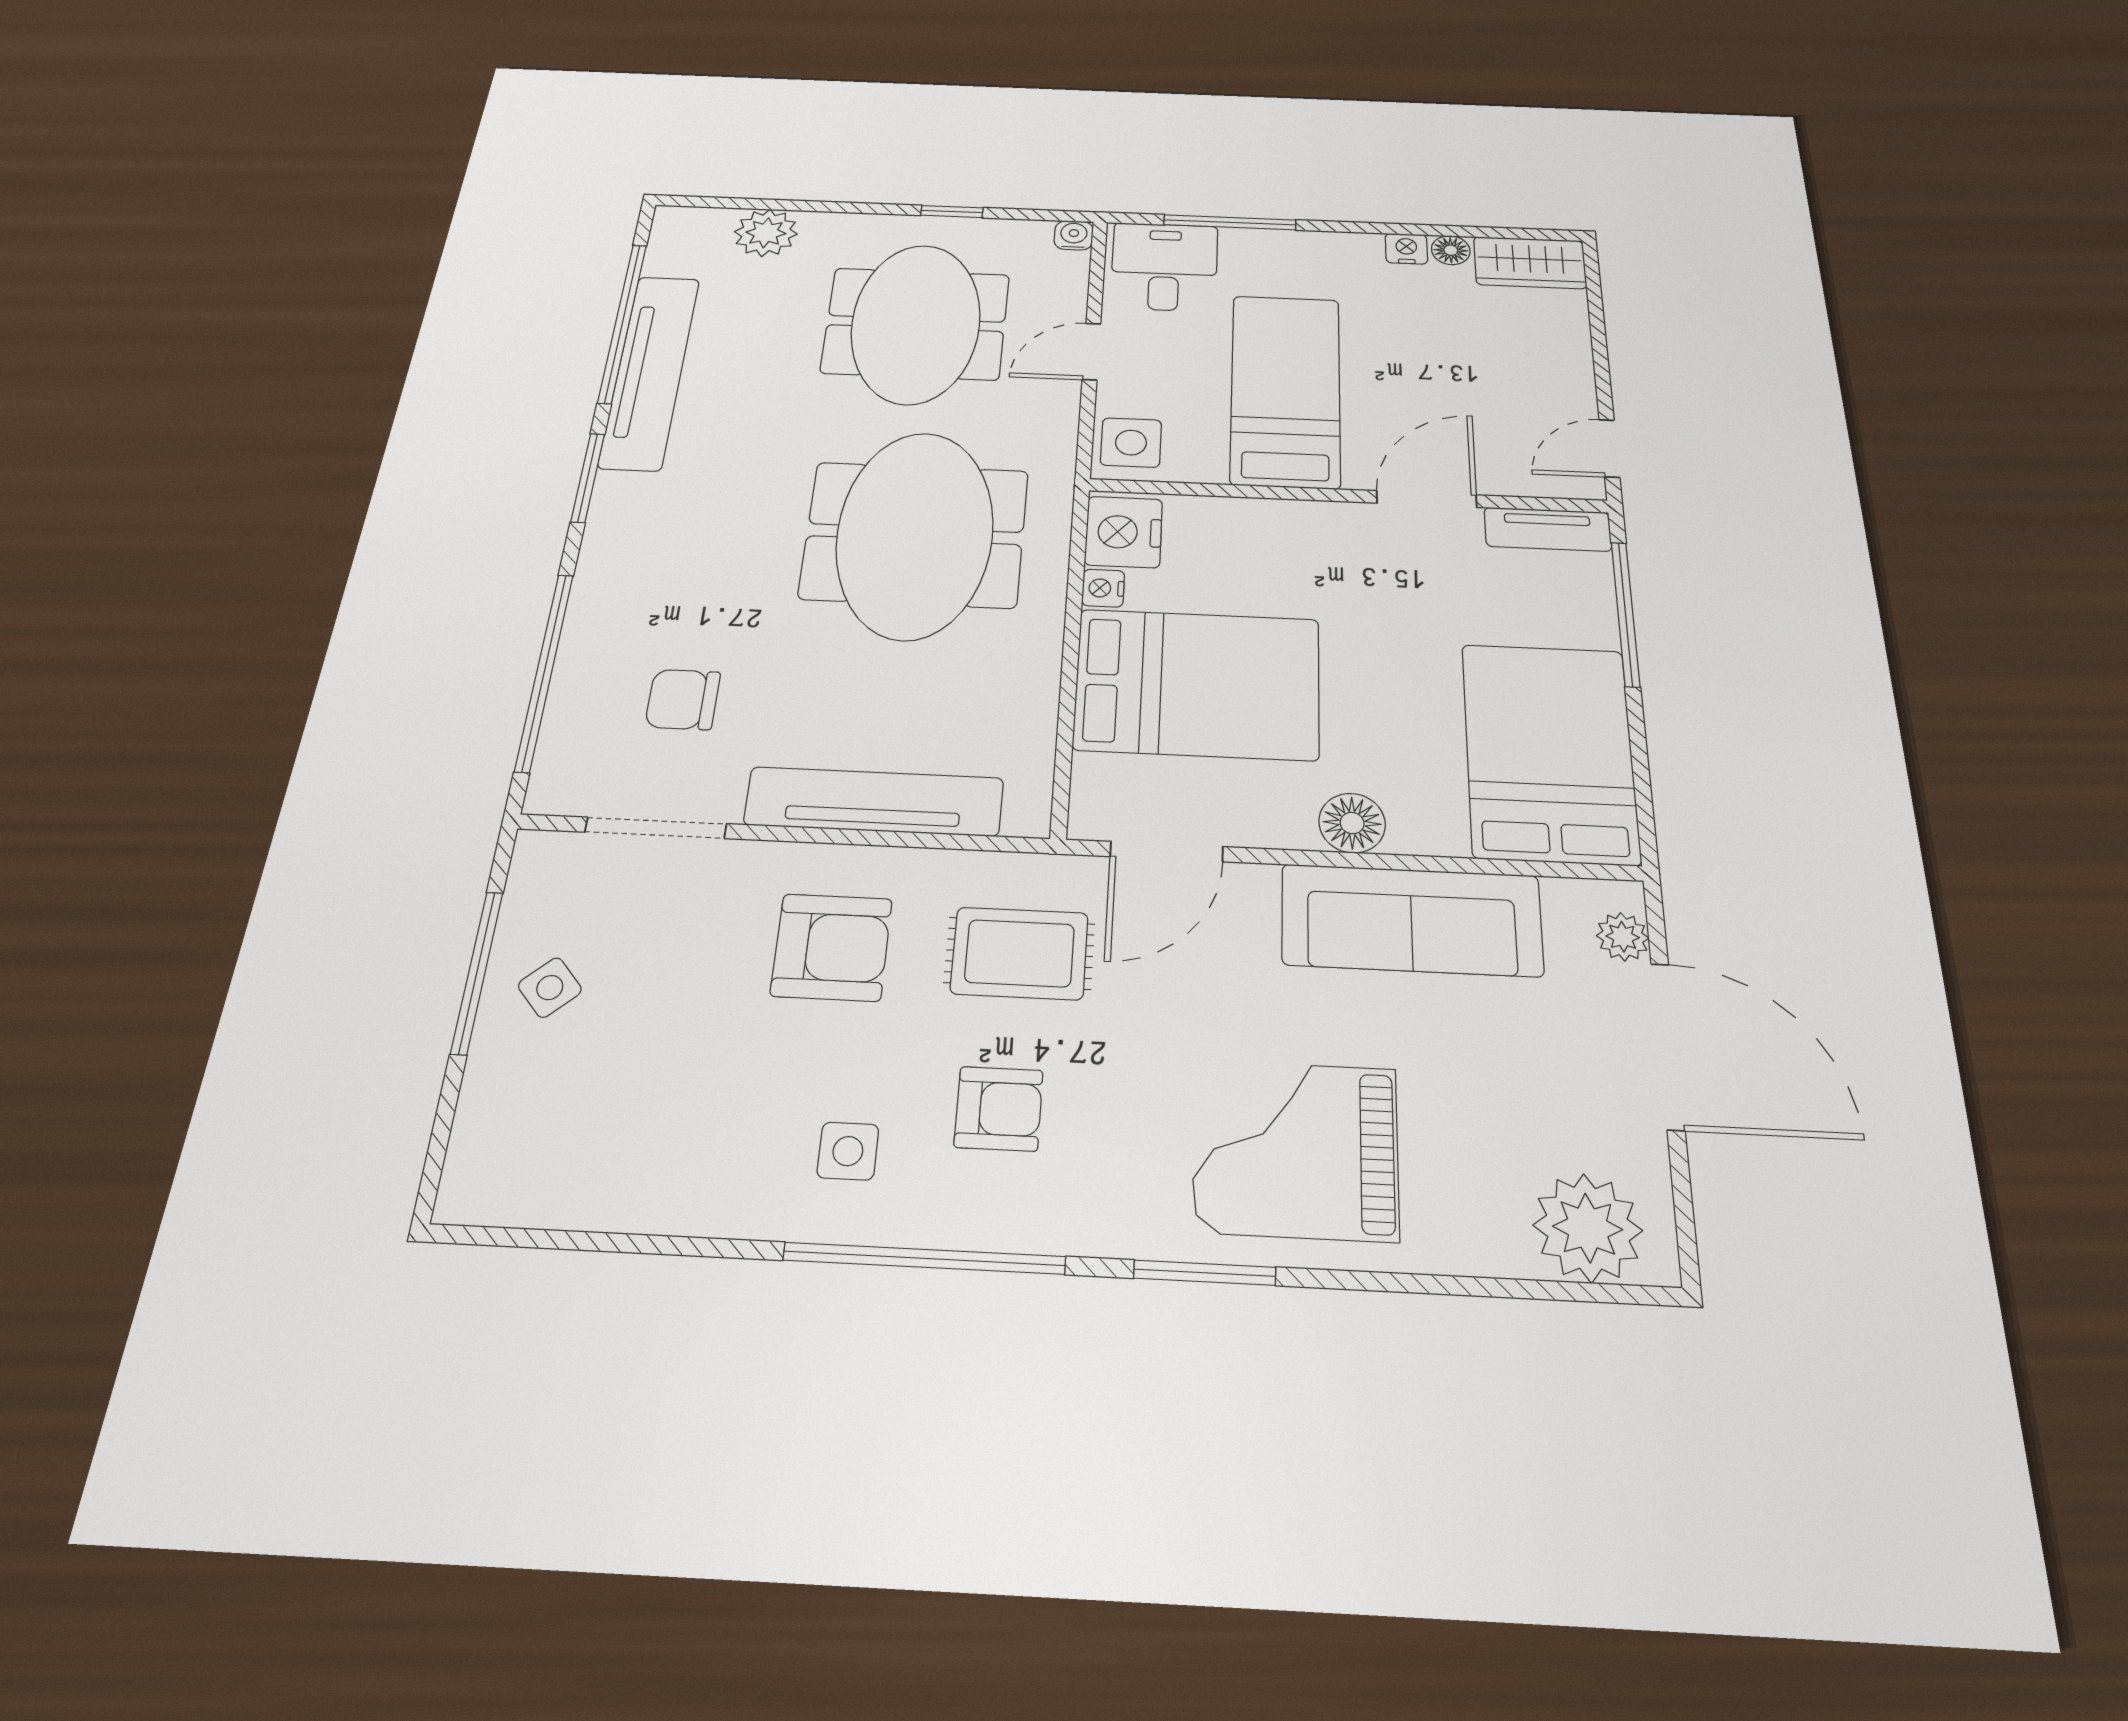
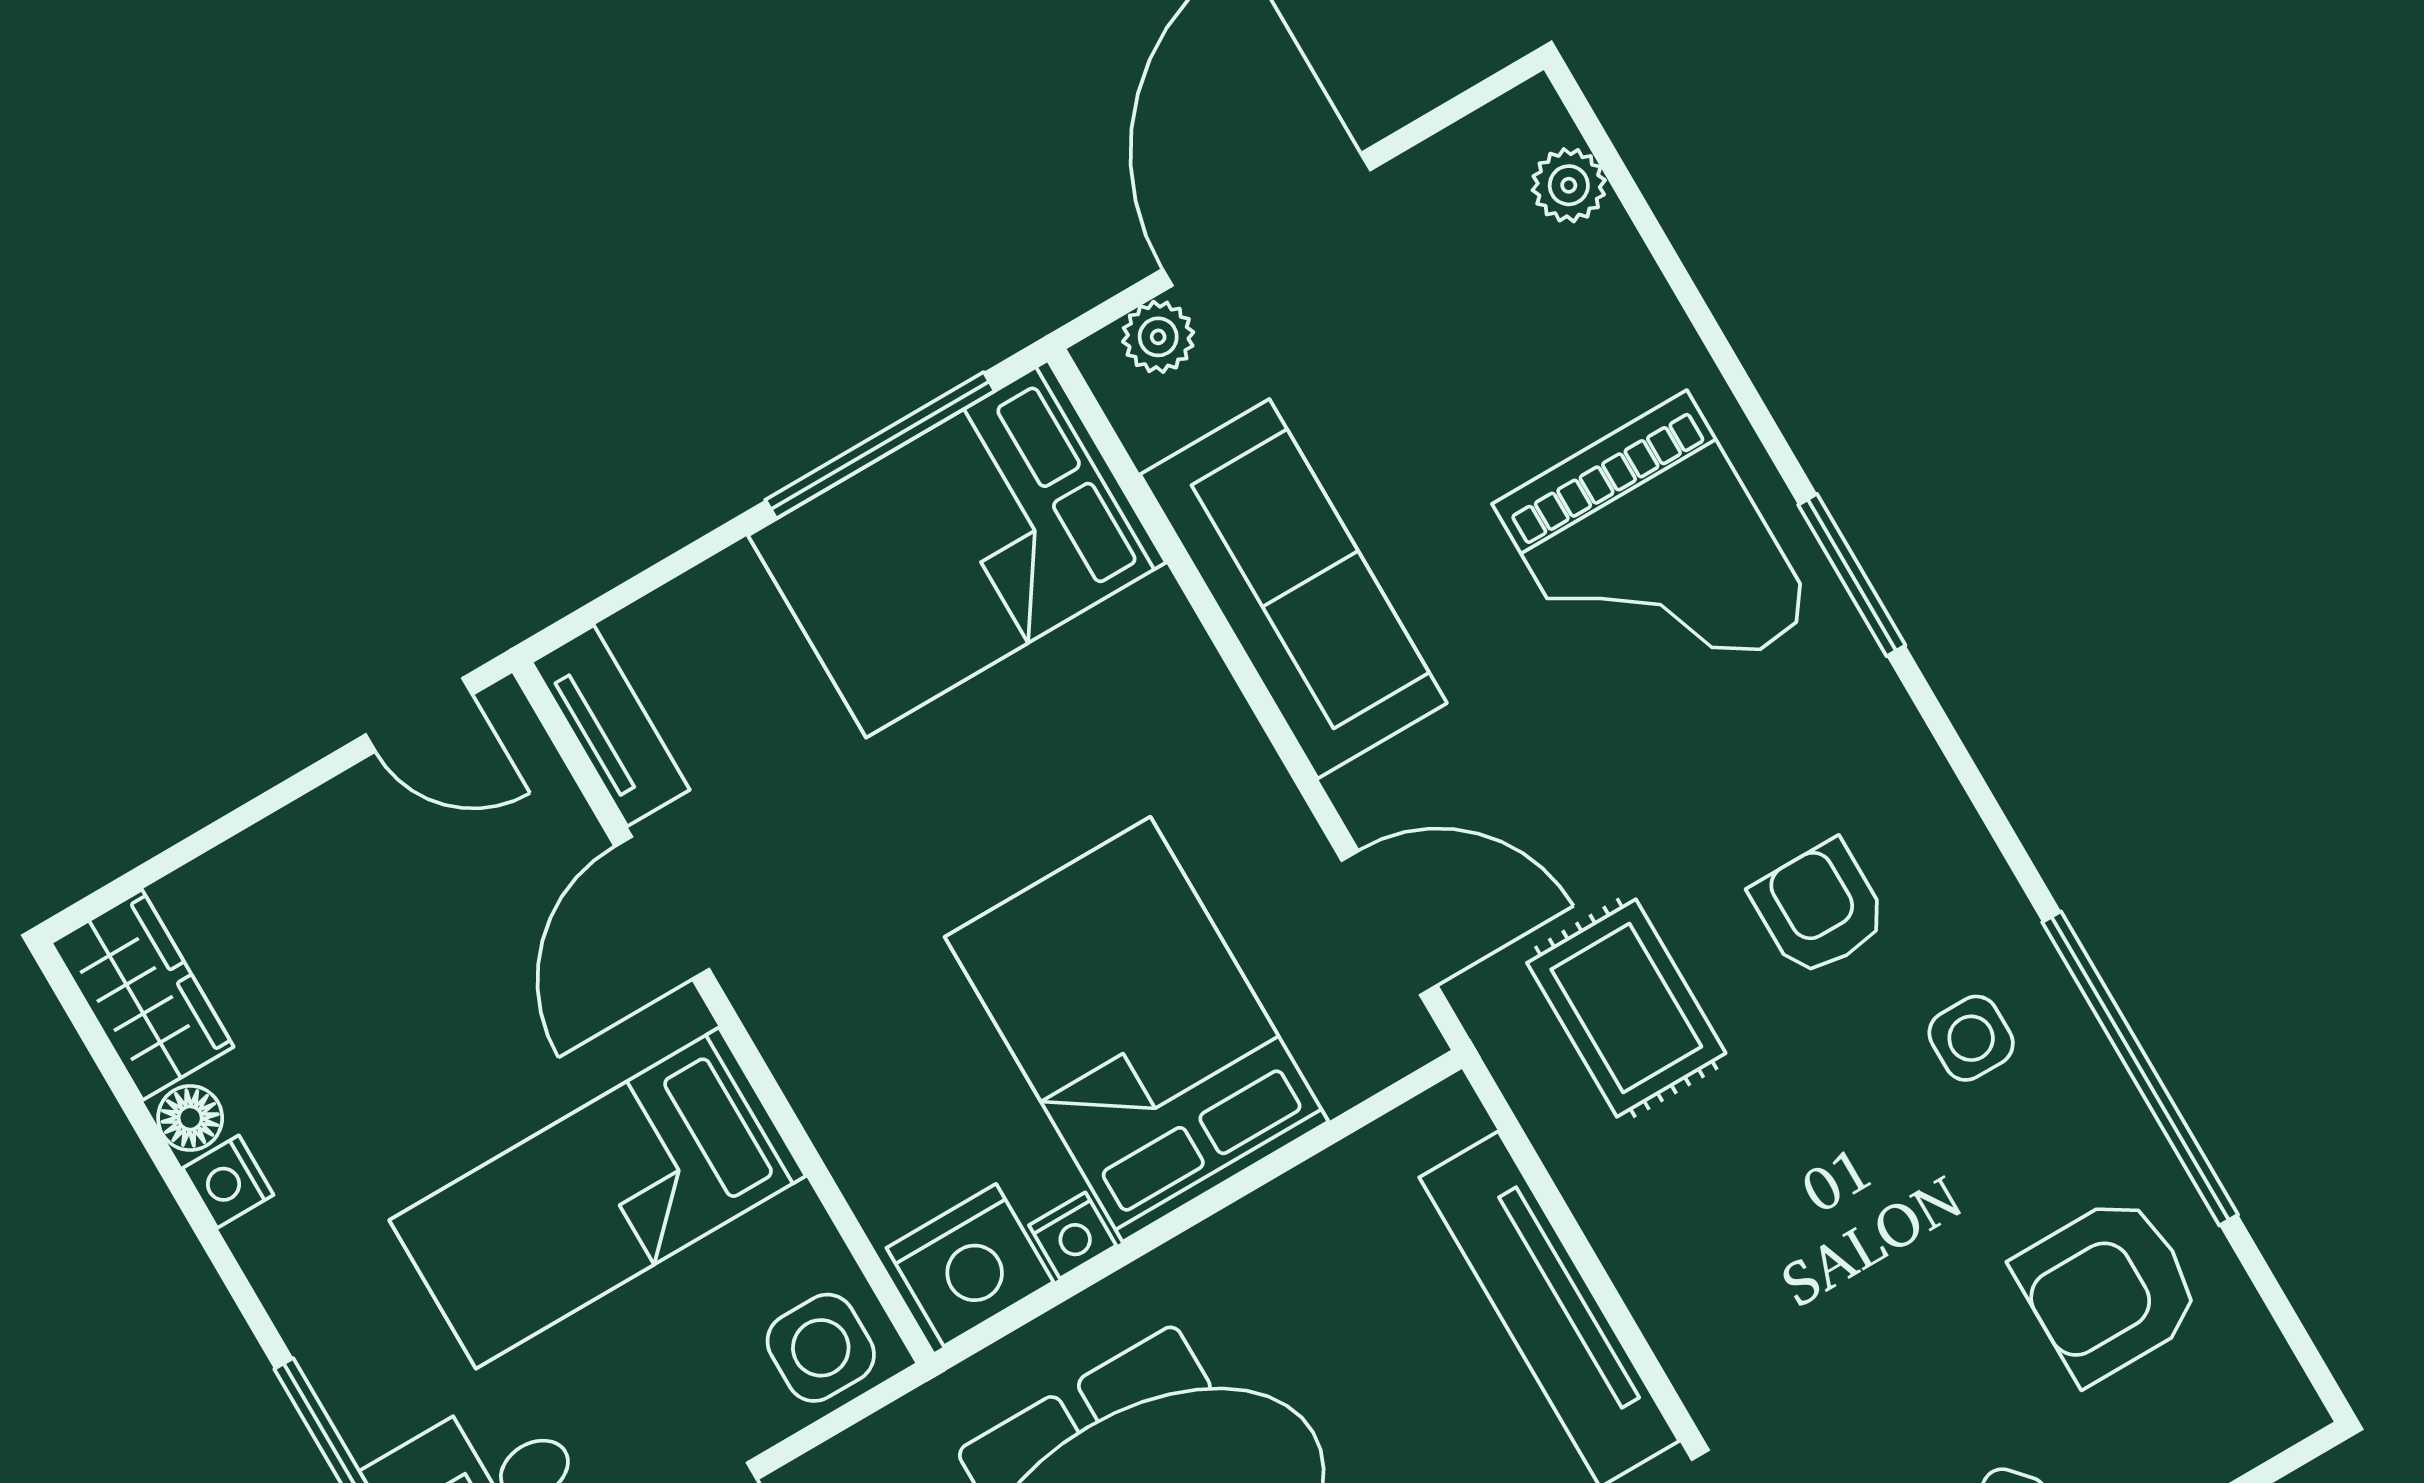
door: (1427, 499) -> (662, 908), hinge flipped
window: (1626, 614) -> (880, 445), moved
floor lamp: (1352, 823) -> (1210, 729), removed
armchair: (832, 947) -> (2108, 1289), moved, turned -90
plant: (1588, 1228) -> (1569, 185), width x0.53, depth x0.53
window: (924, 1258) -> (2140, 1068), moved

